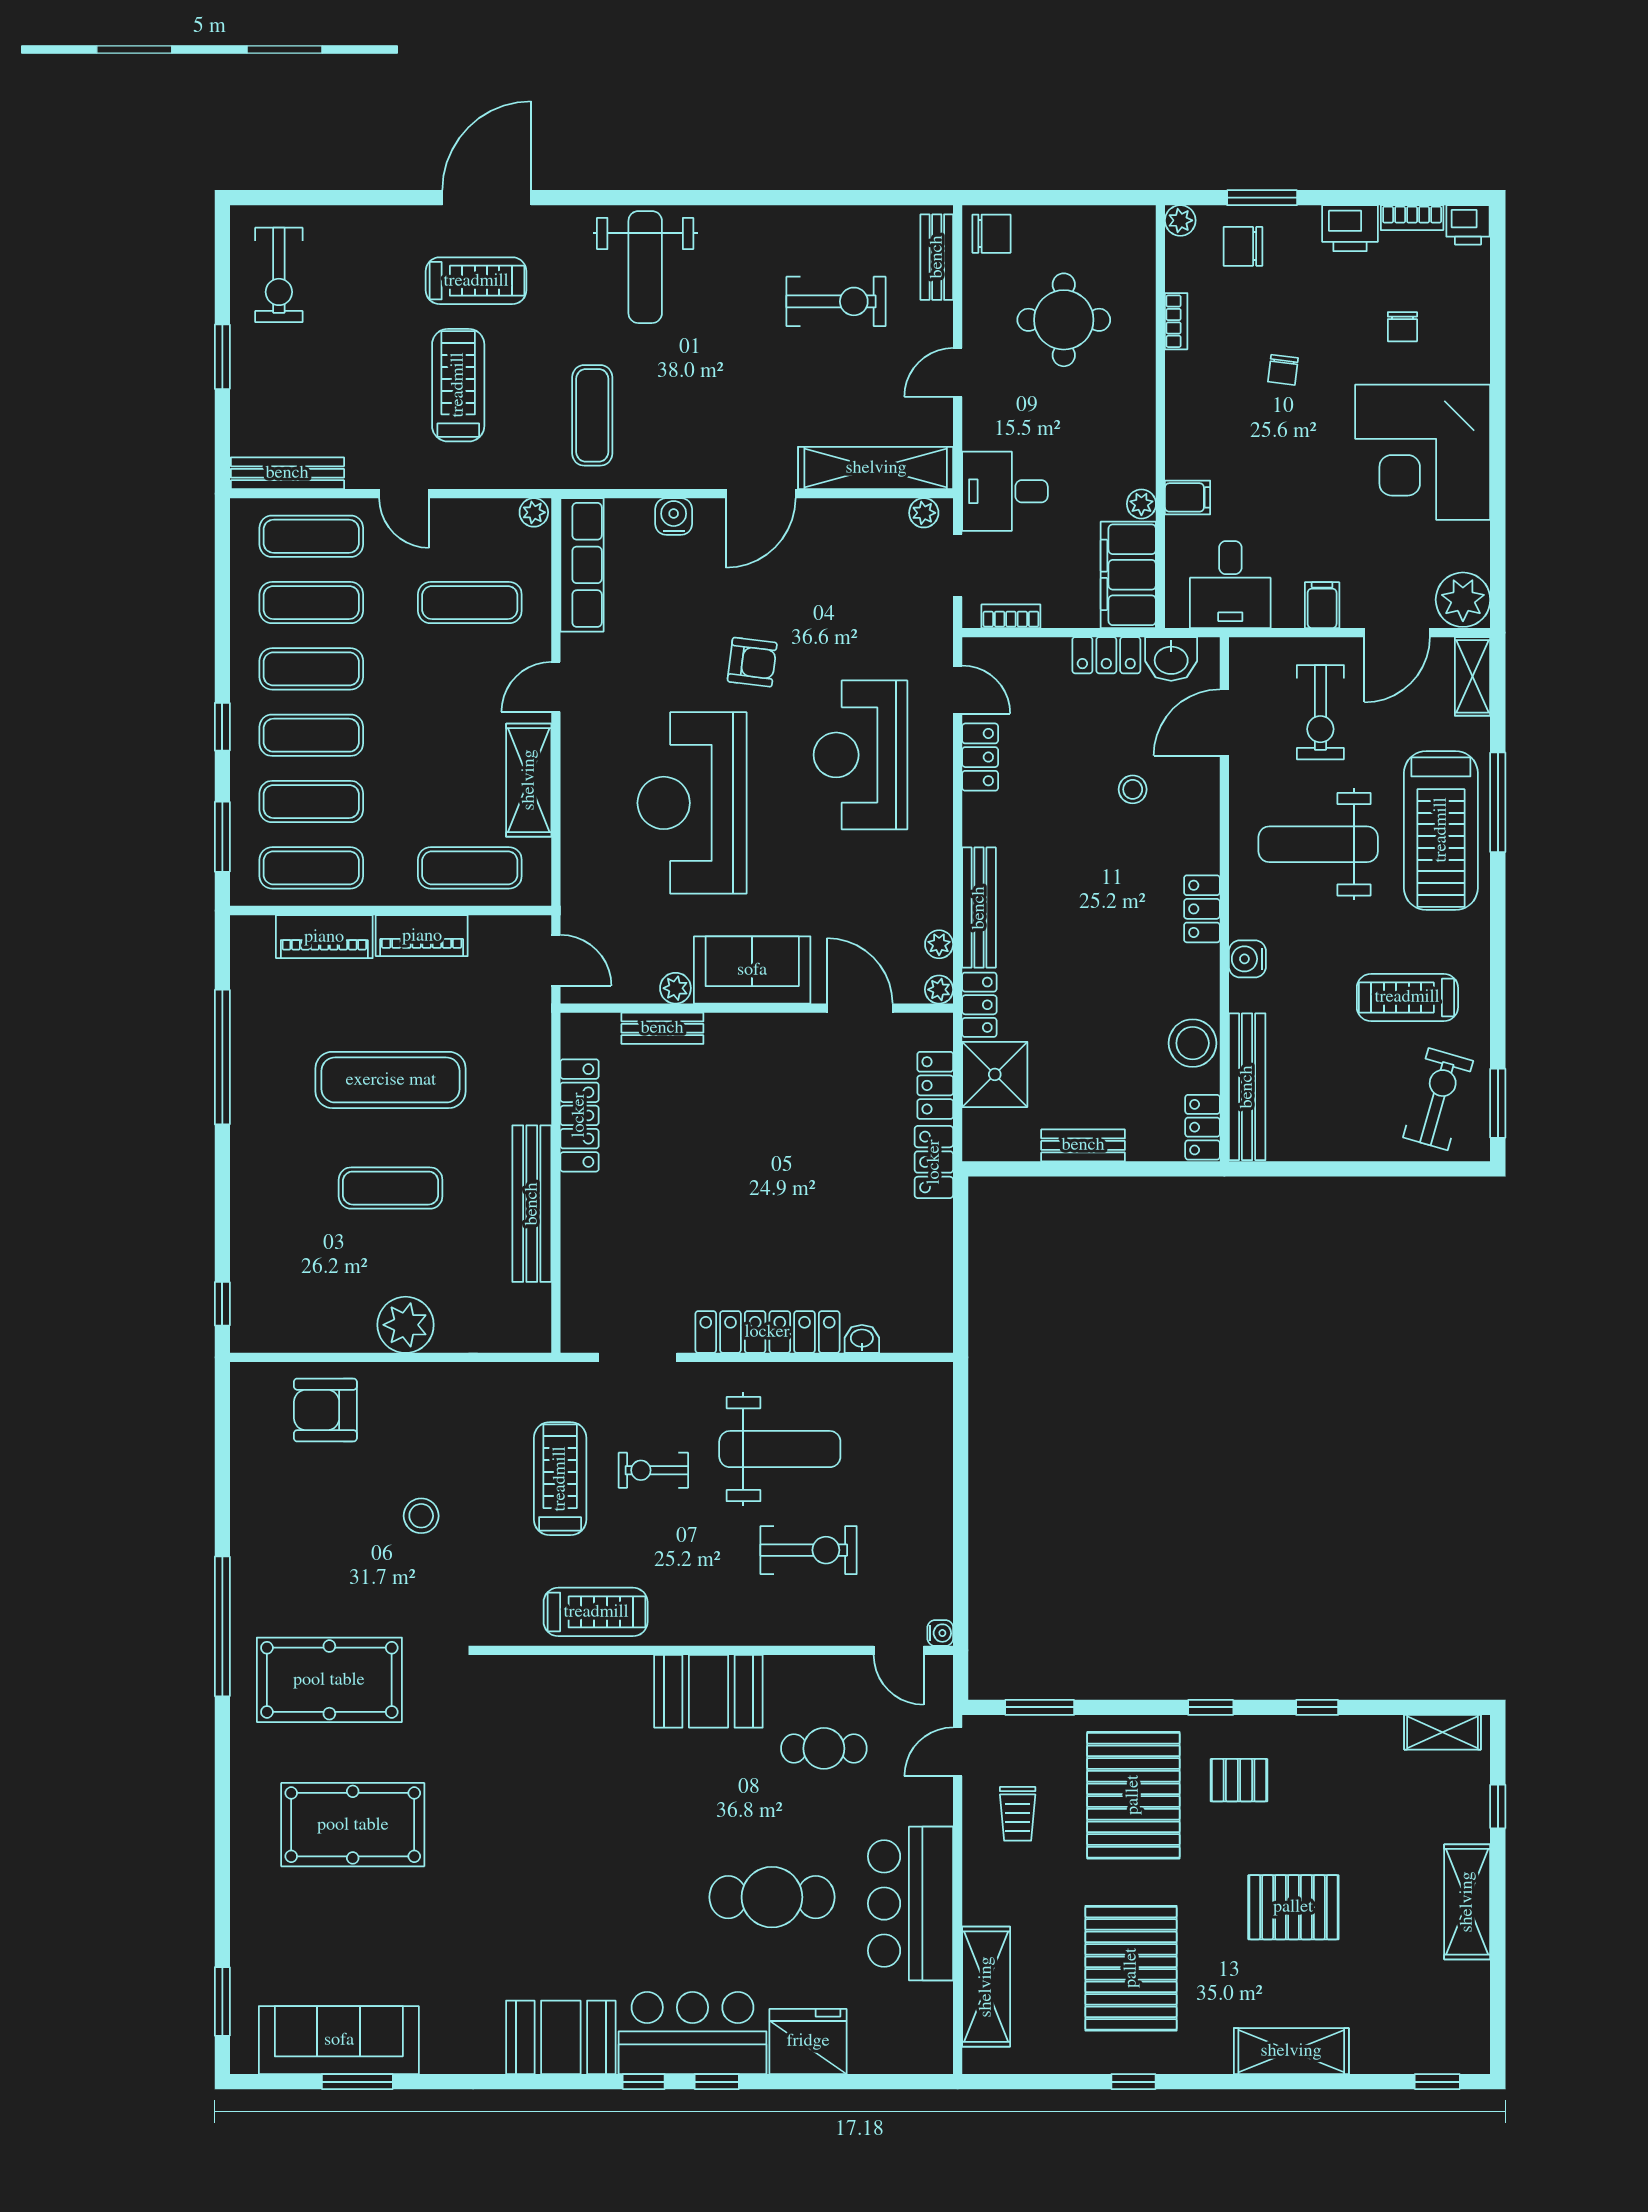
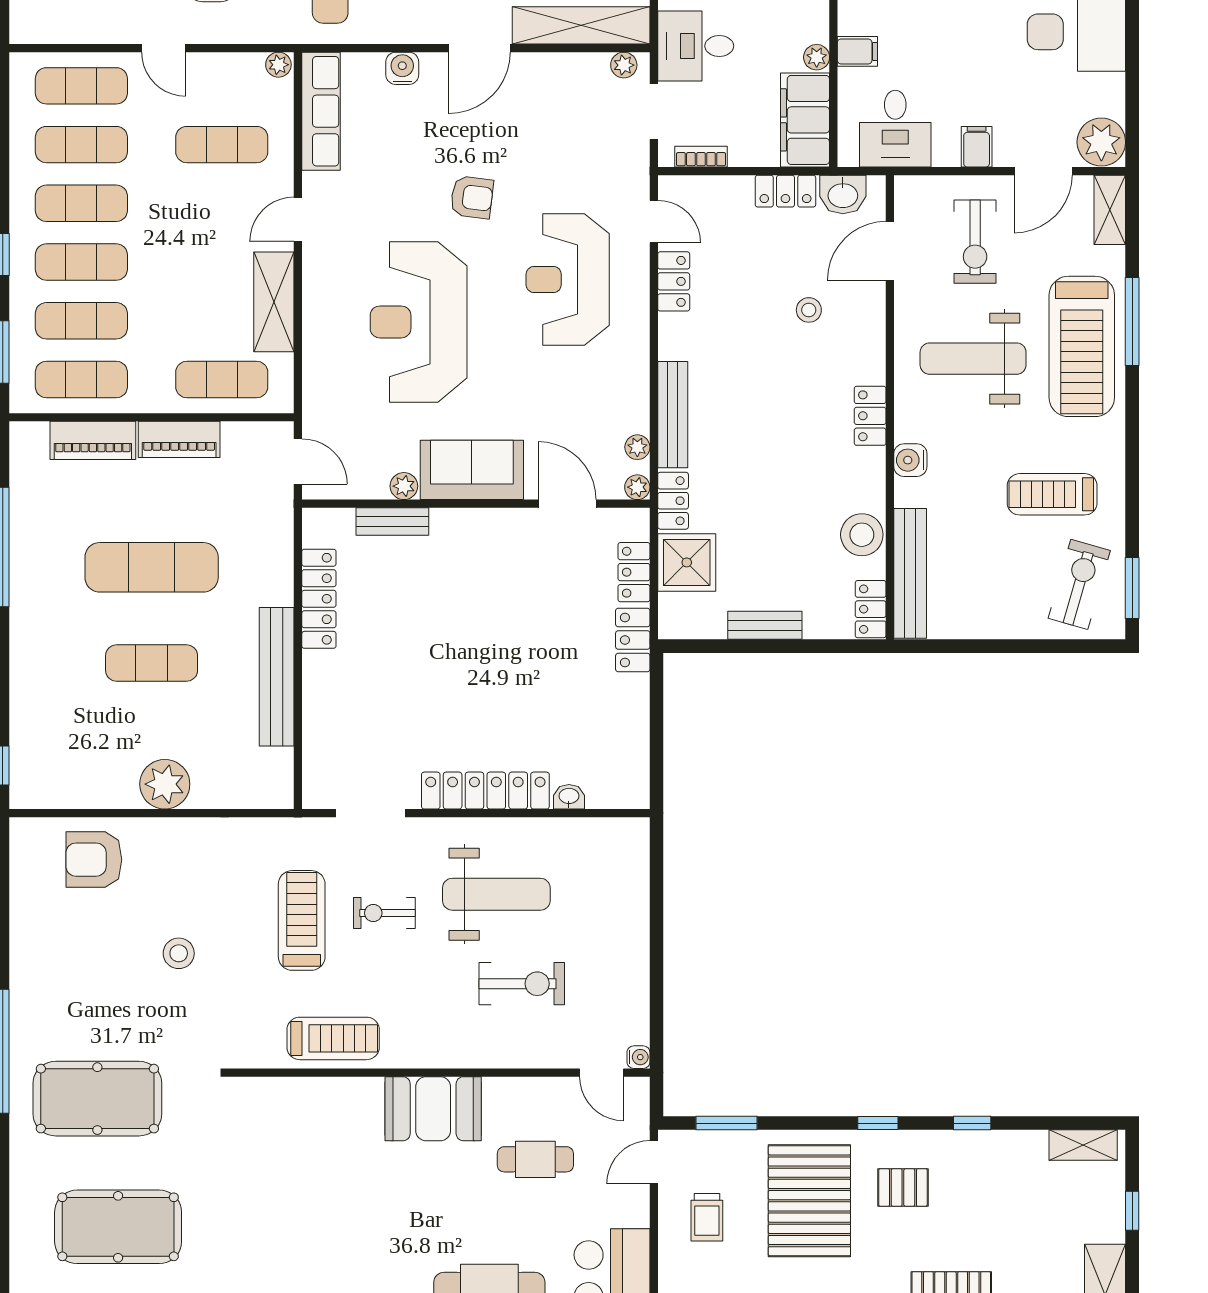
bench: (287, 473) -> (60, 30), removed

